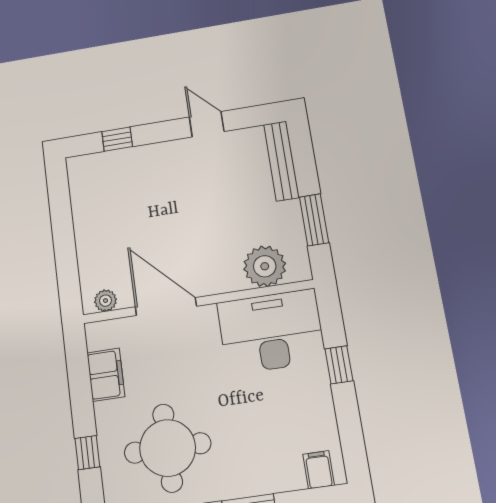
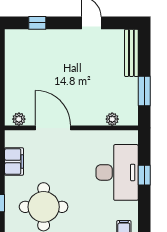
plant: (265, 266) -> (112, 119), width x0.53, depth x0.53
desk: (271, 332) -> (117, 172), moved, turned 90

